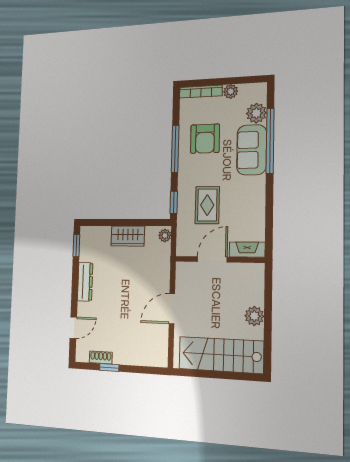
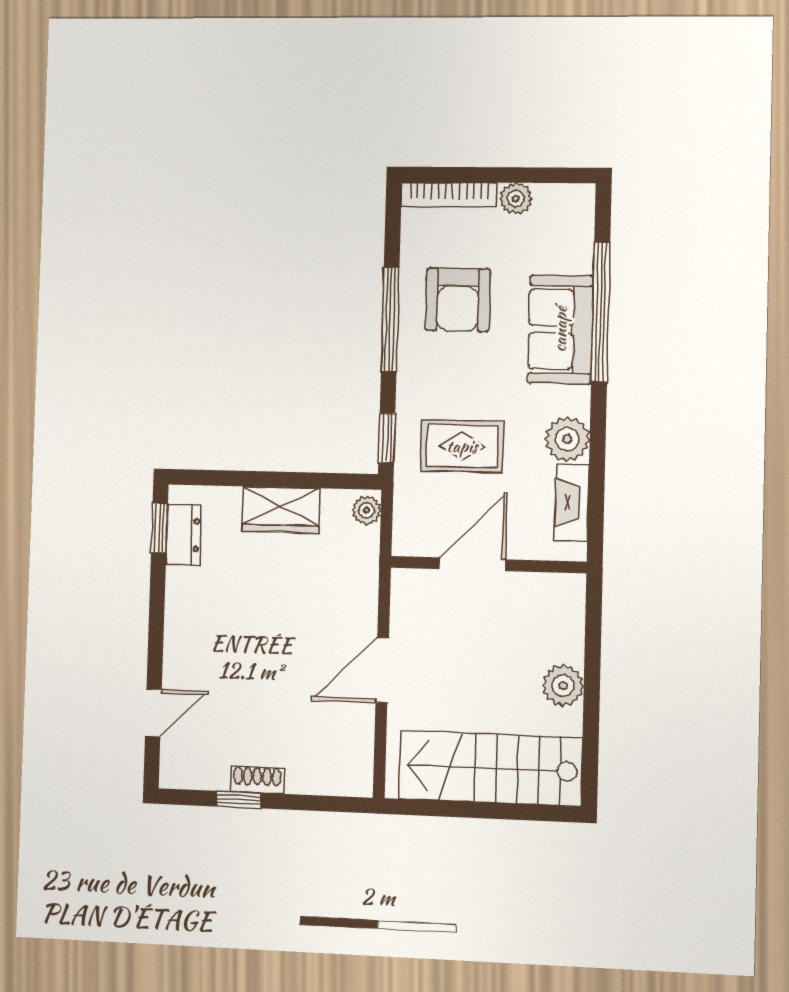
plant: (256, 113) -> (567, 439), moved
rug: (207, 205) -> (462, 446), turned 90
fireplace: (247, 250) -> (572, 503), moved, turned -90
dresser: (85, 282) -> (183, 535), moved, width x0.70
shoe rack: (101, 357) -> (257, 780), moved

